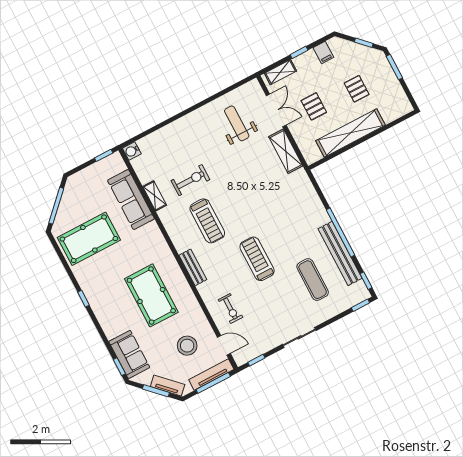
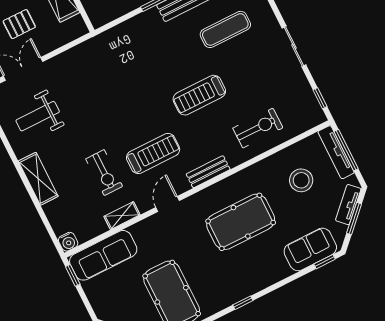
shelving: (286, 151) -> (38, 179), moved, turned 90
exercise bike: (190, 180) -> (104, 173), turned 180
sofa: (131, 200) -> (103, 255), moved
exercise bike: (230, 308) -> (258, 128), width x1.38, depth x1.39
door: (224, 345) -> (168, 204), moved

